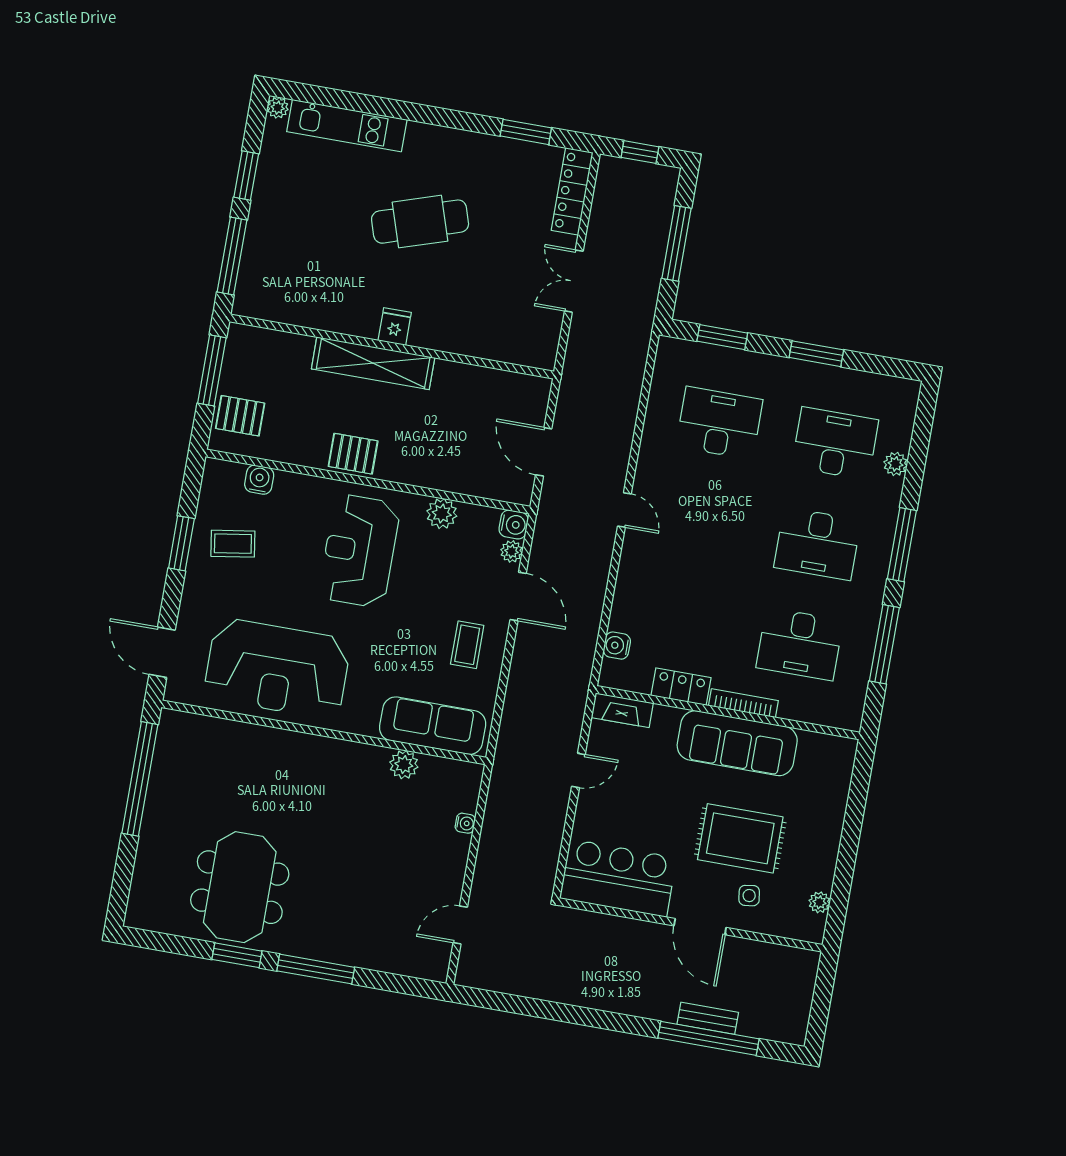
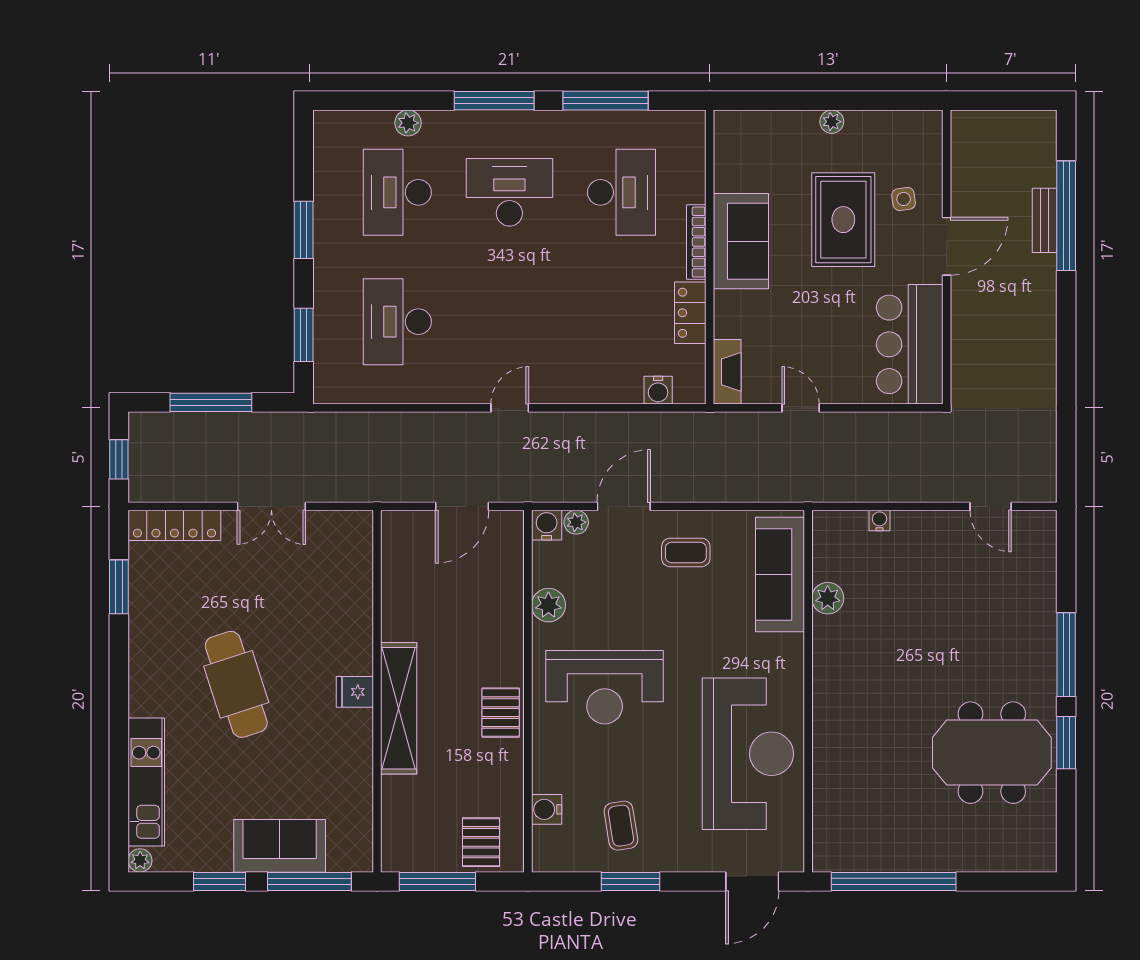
sofa: (269, 235) -> (280, 846), added
desk: (817, 544) -> (509, 192), turned -90
sofa: (737, 743) -> (741, 241), width x0.73
plant: (819, 902) -> (832, 122), moved

